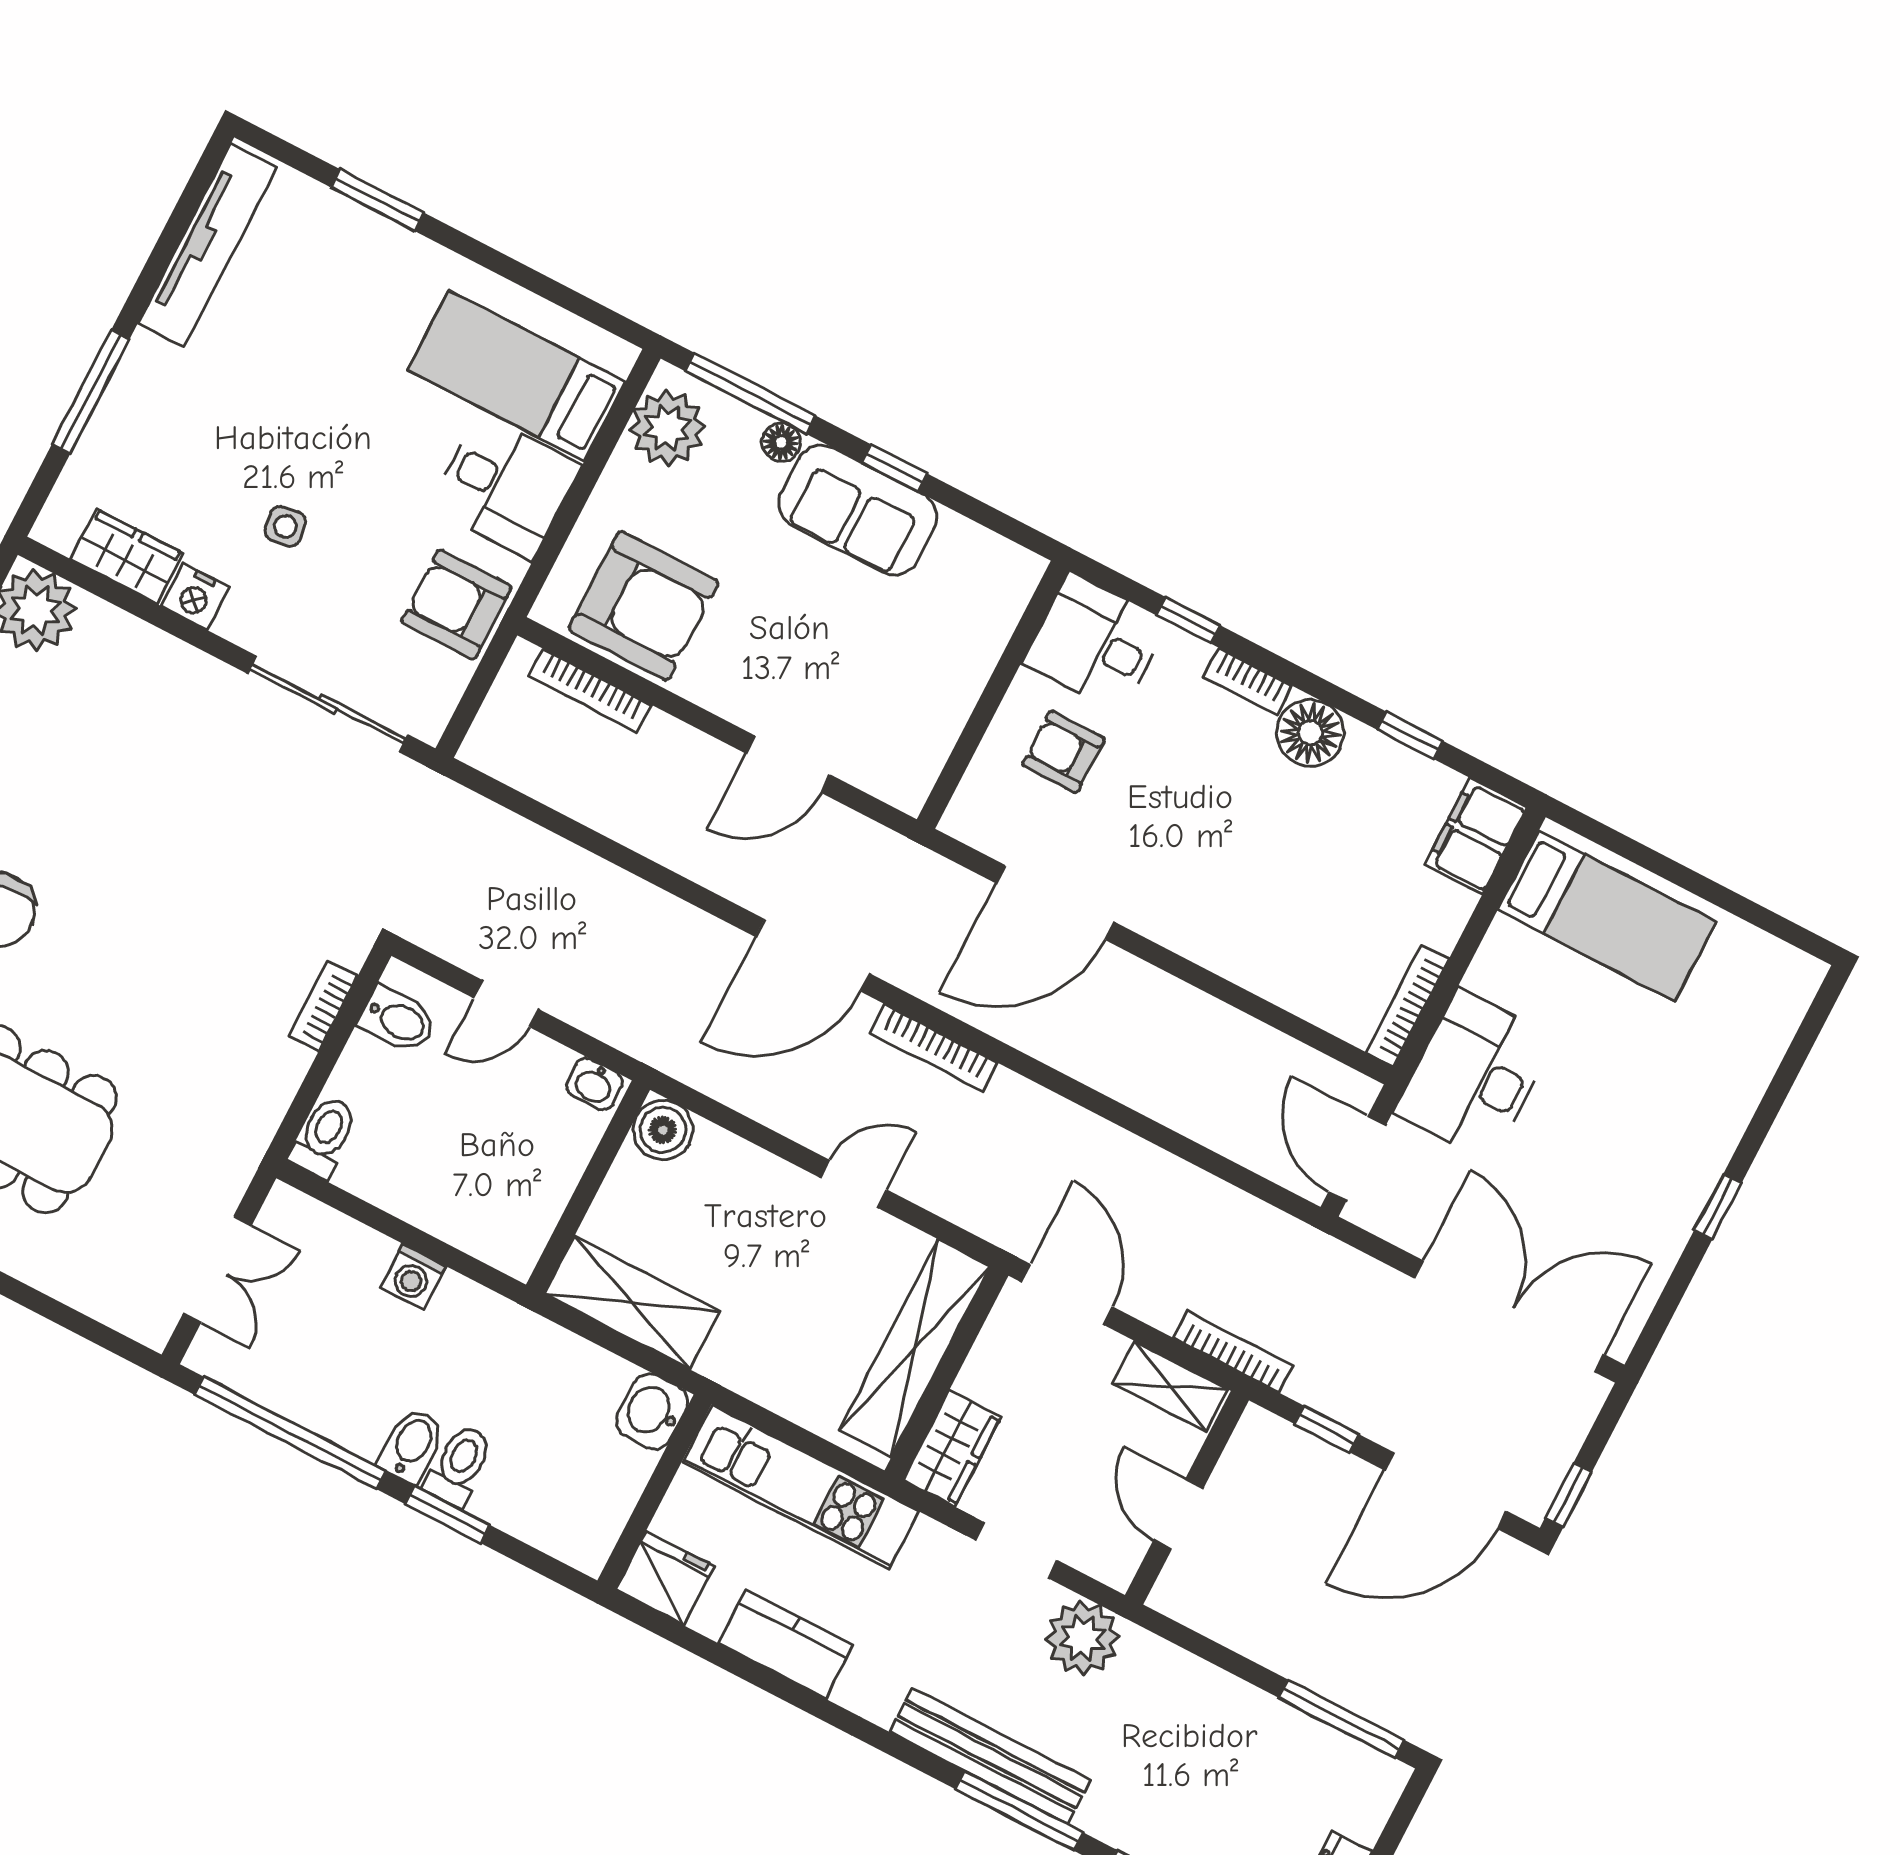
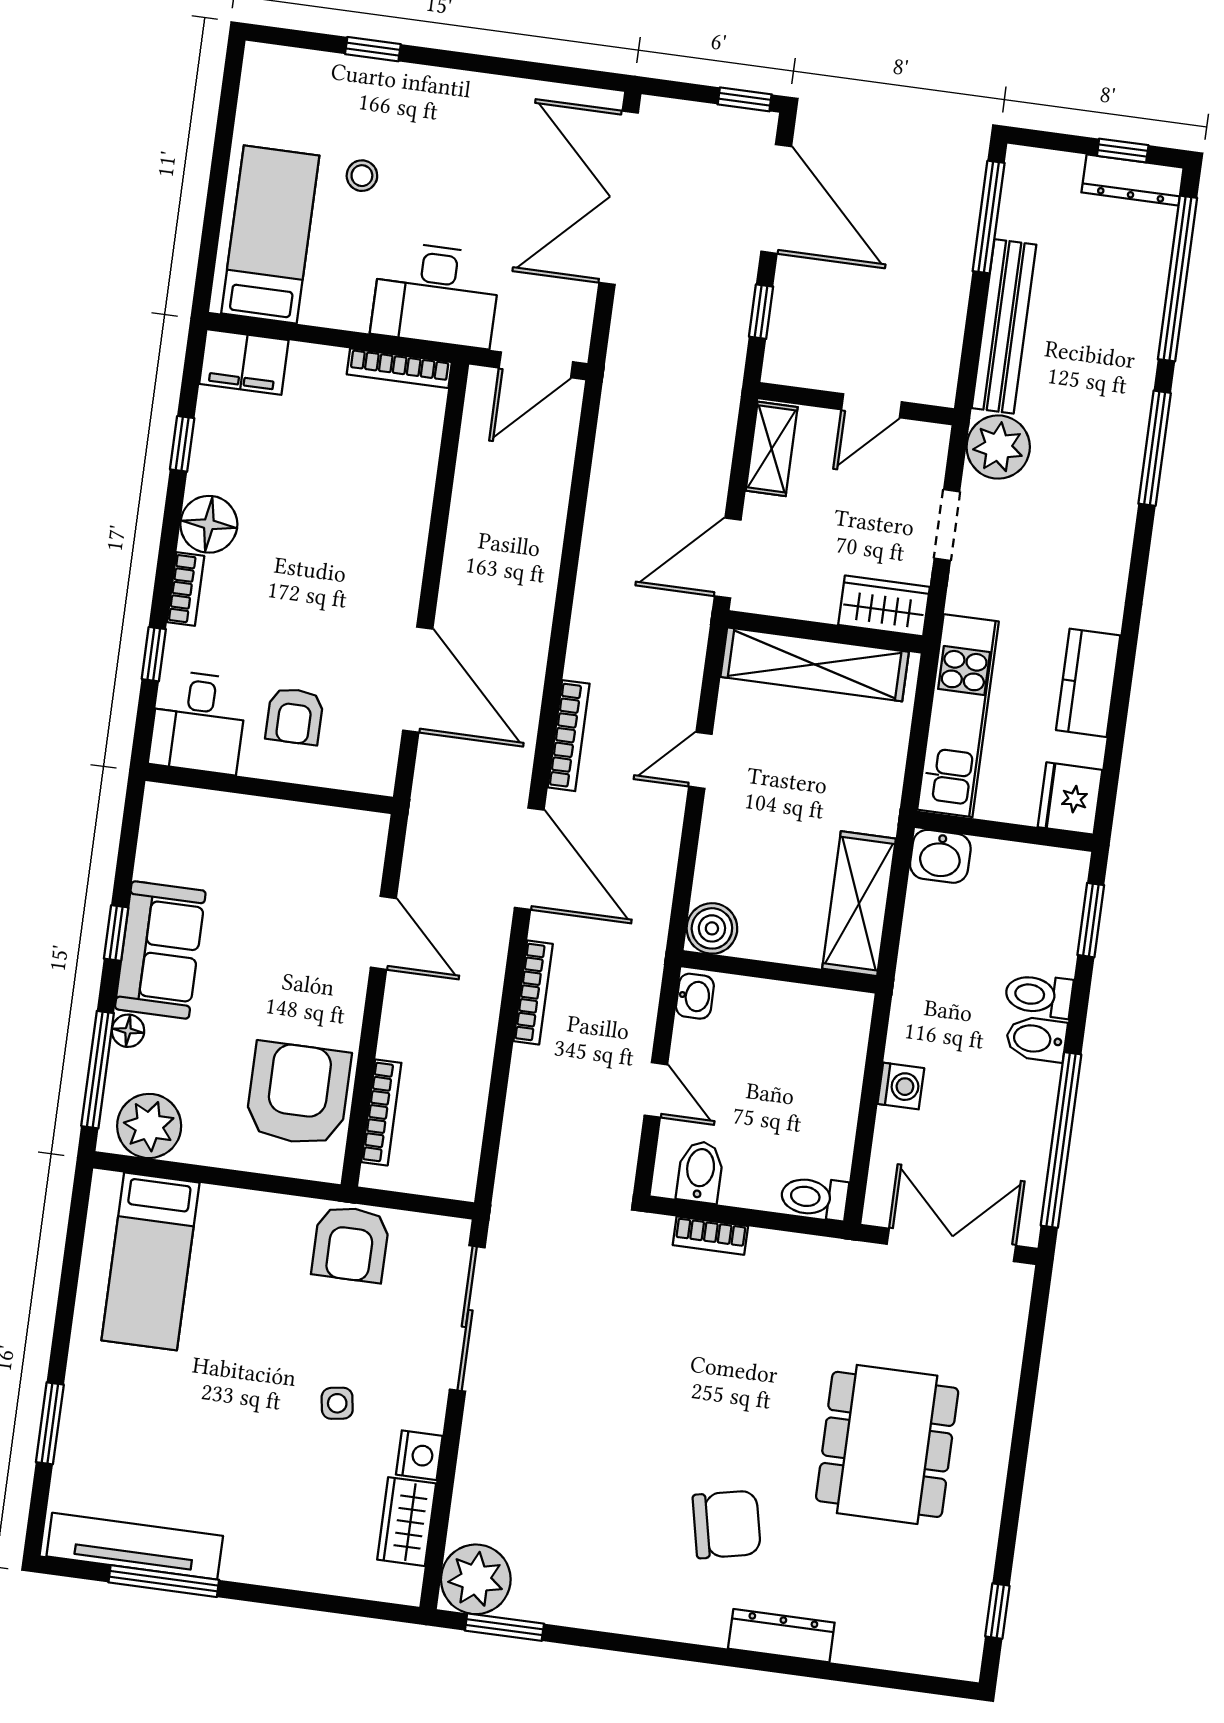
window: (91, 391) -> (164, 1581), moved
desk: (505, 486) -> (242, 1239), removed
stool: (1636, 1041) -> (362, 176), added
door: (854, 1184) -> (700, 760), hinge flipped
window: (1718, 1207) -> (373, 49), moved
double door: (217, 1270) -> (951, 1245), width x1.37
bookcase: (1233, 1352) -> (533, 992), moved, turned 180
window: (447, 1514) -> (1091, 920), moved
bench: (990, 1756) -> (1004, 326), moved

